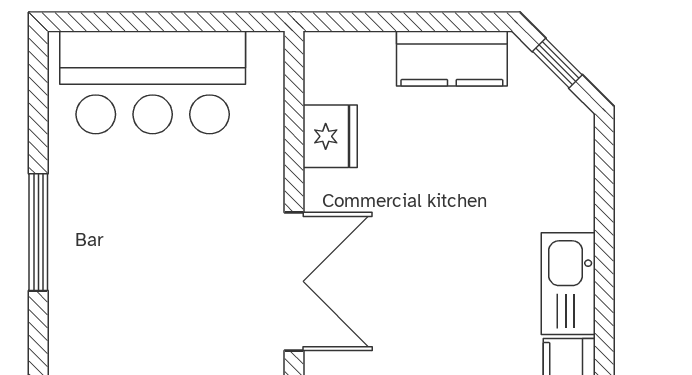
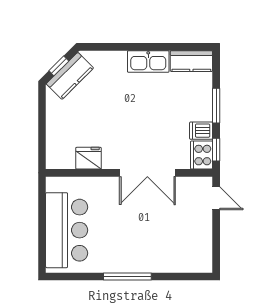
kitchen counter: (452, 58) -> (70, 76), moved, turned 45
double door: (294, 281) -> (147, 173), swing flipped

